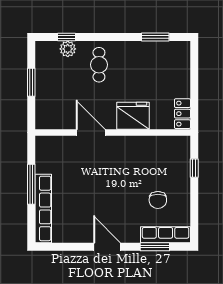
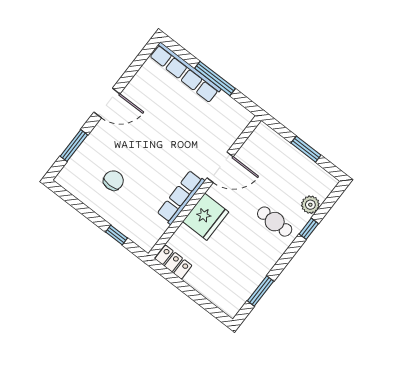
window: (66, 37) -> (309, 229), moved
chair: (158, 200) -> (113, 181), turned 90
row of seats: (166, 235) -> (181, 197), moved, turned 180

